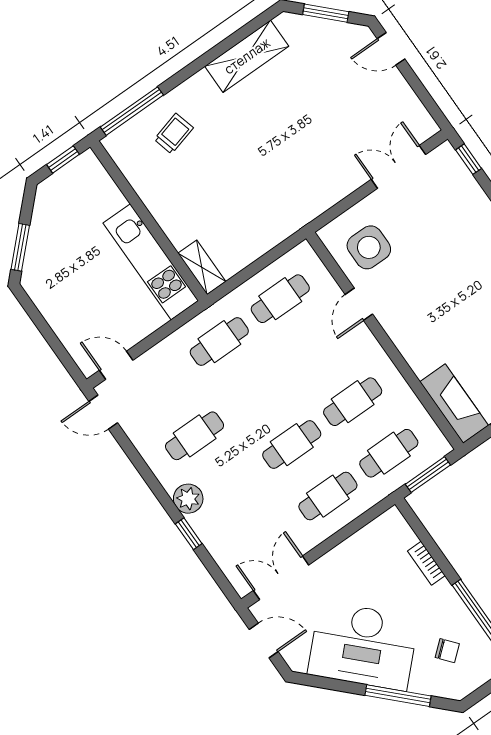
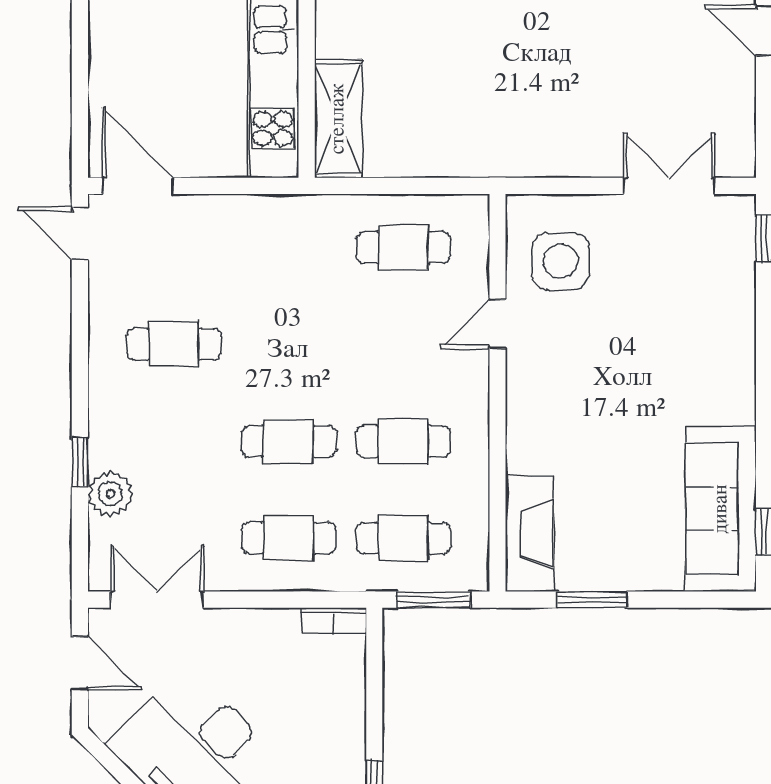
shelving: (202, 267) -> (338, 119), width x1.50, depth x1.33
cafe table: (219, 342) -> (289, 247), removed
door: (116, 365) -> (138, 186), width x1.38
plant: (188, 499) -> (110, 494), moved
bookcase: (426, 563) -> (334, 621), moved, turned -90

